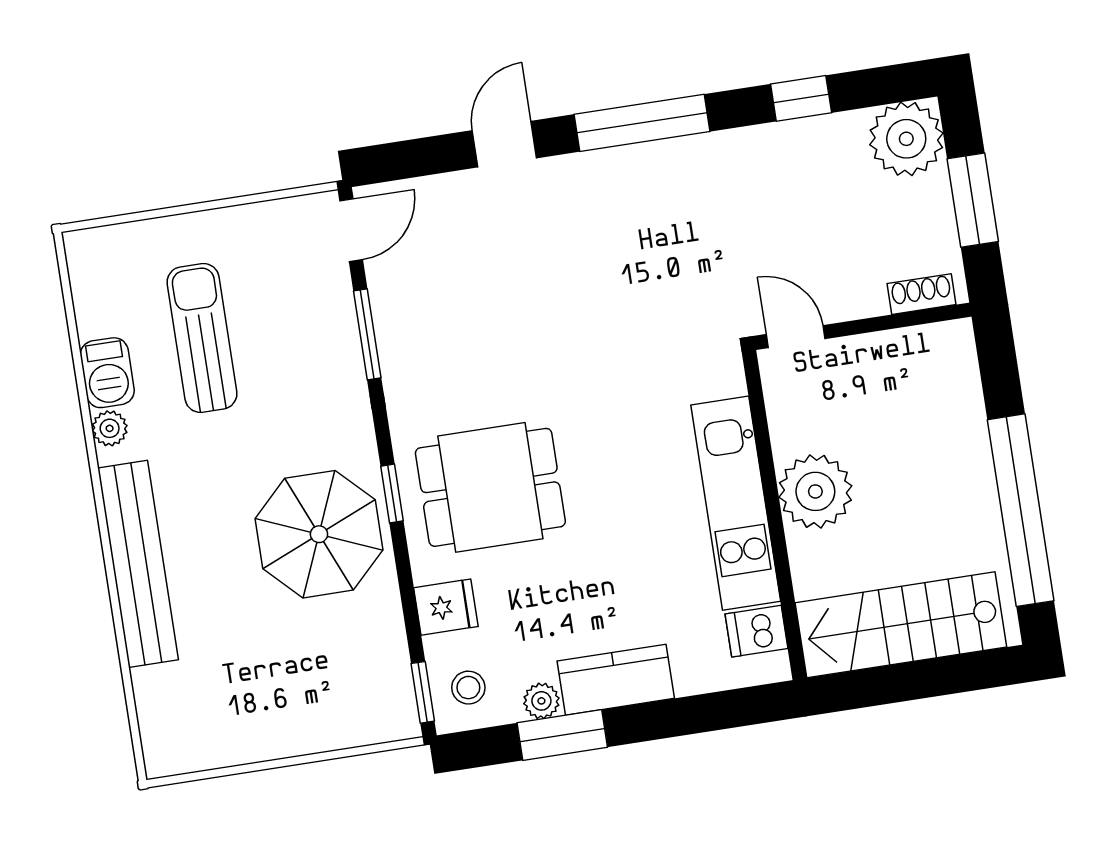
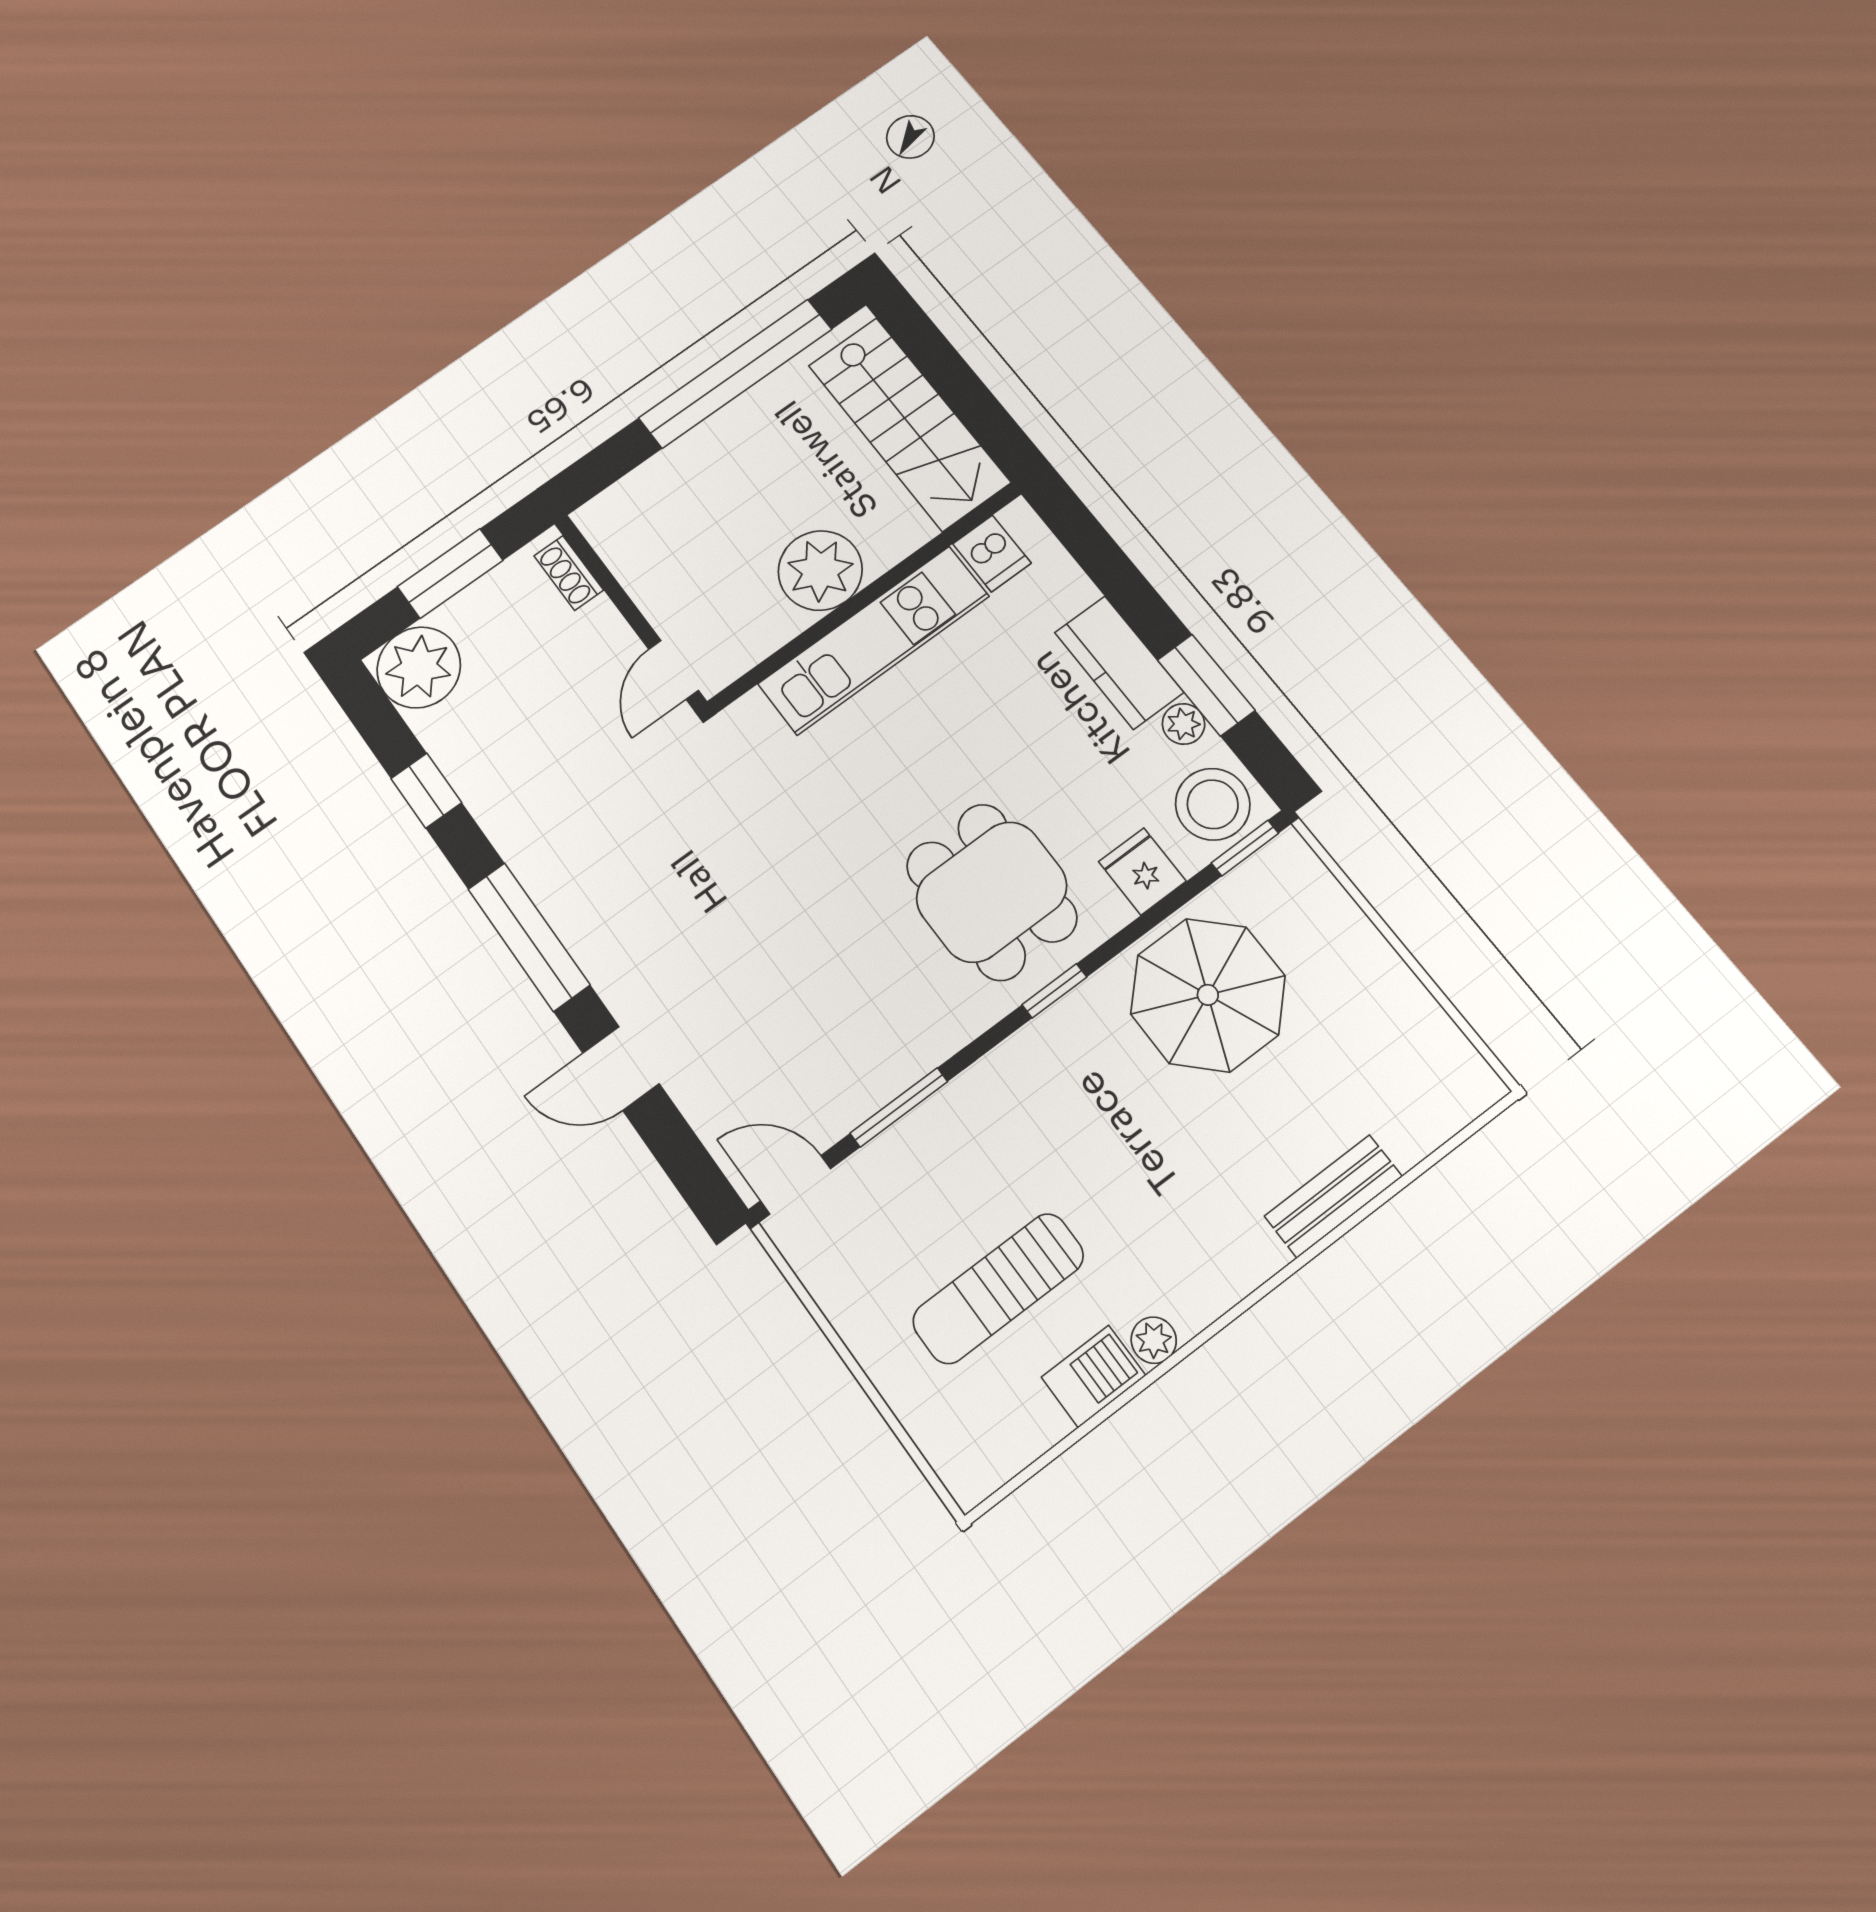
parasol: (319, 534) -> (1208, 995), moved
bench: (138, 564) -> (1333, 1196), width x0.54, depth x0.82
stool: (468, 688) -> (1213, 804), width x1.89, depth x1.89

